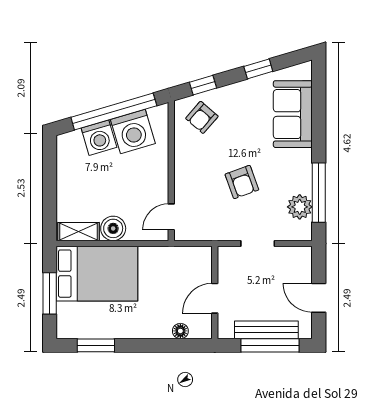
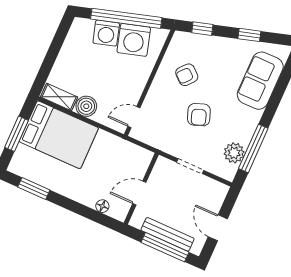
armchair: (202, 117) -> (187, 75), moved

